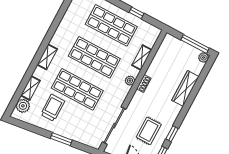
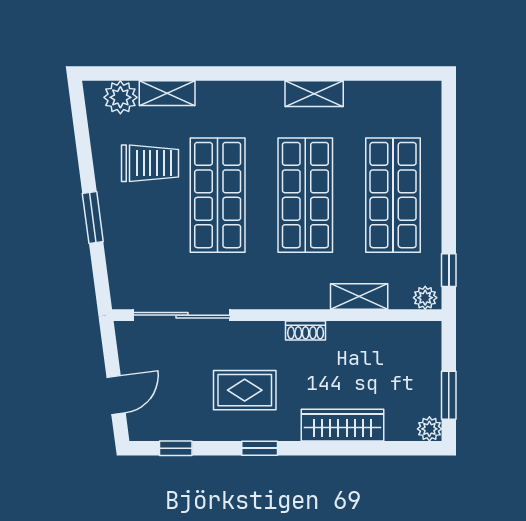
window: (137, 13) -> (449, 270), moved
window: (195, 44) -> (449, 395), width x0.69
shelving: (47, 57) -> (314, 94), moved
plant: (130, 81) -> (425, 298), moved
rug: (149, 131) -> (245, 390), moved
window: (172, 134) -> (260, 448), moved

